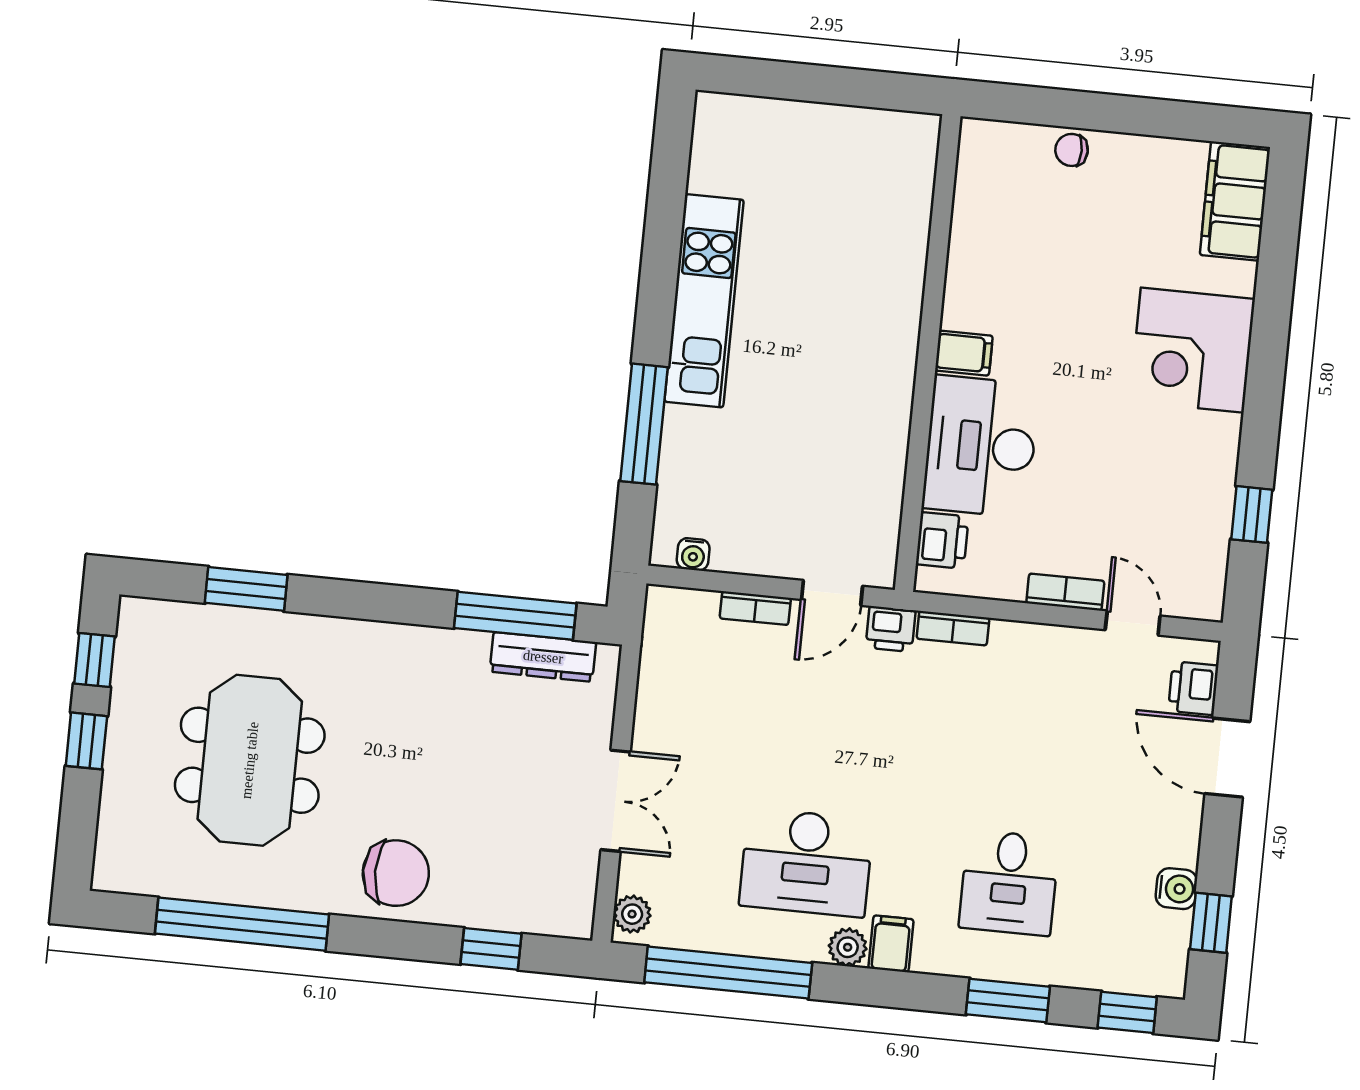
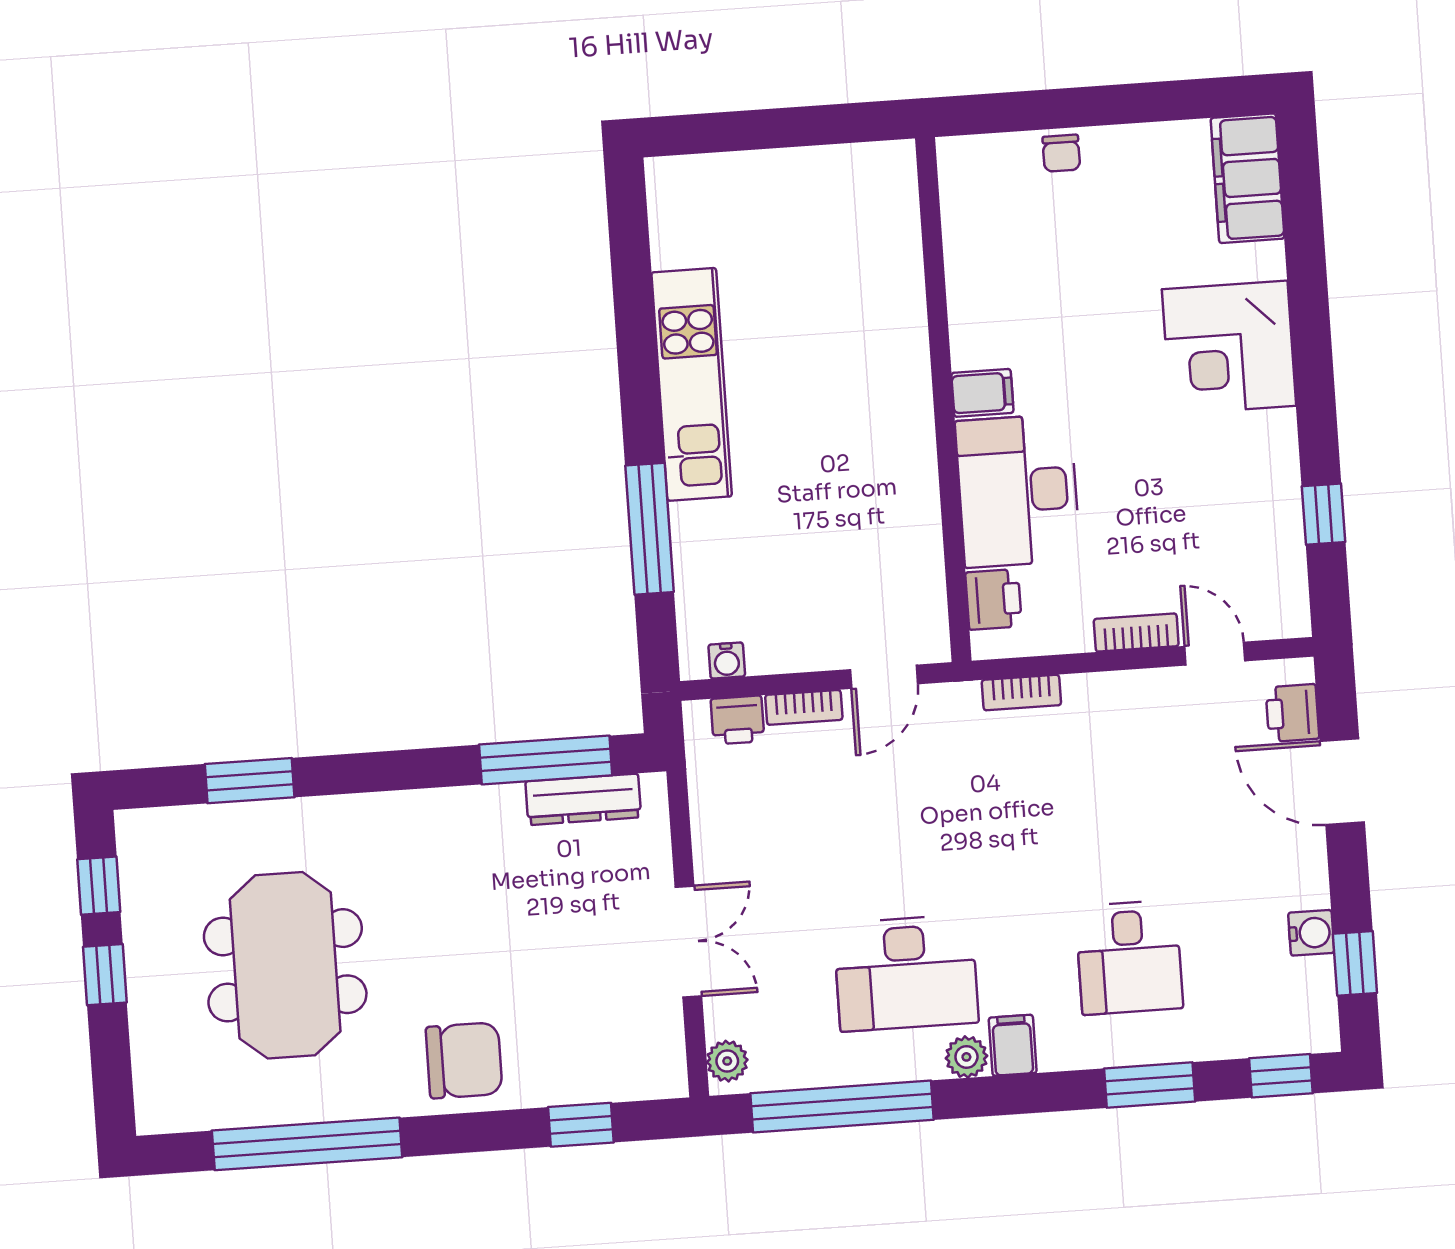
chair: (1072, 150) -> (1061, 153), turned -90
printer: (891, 629) -> (737, 720), moved

